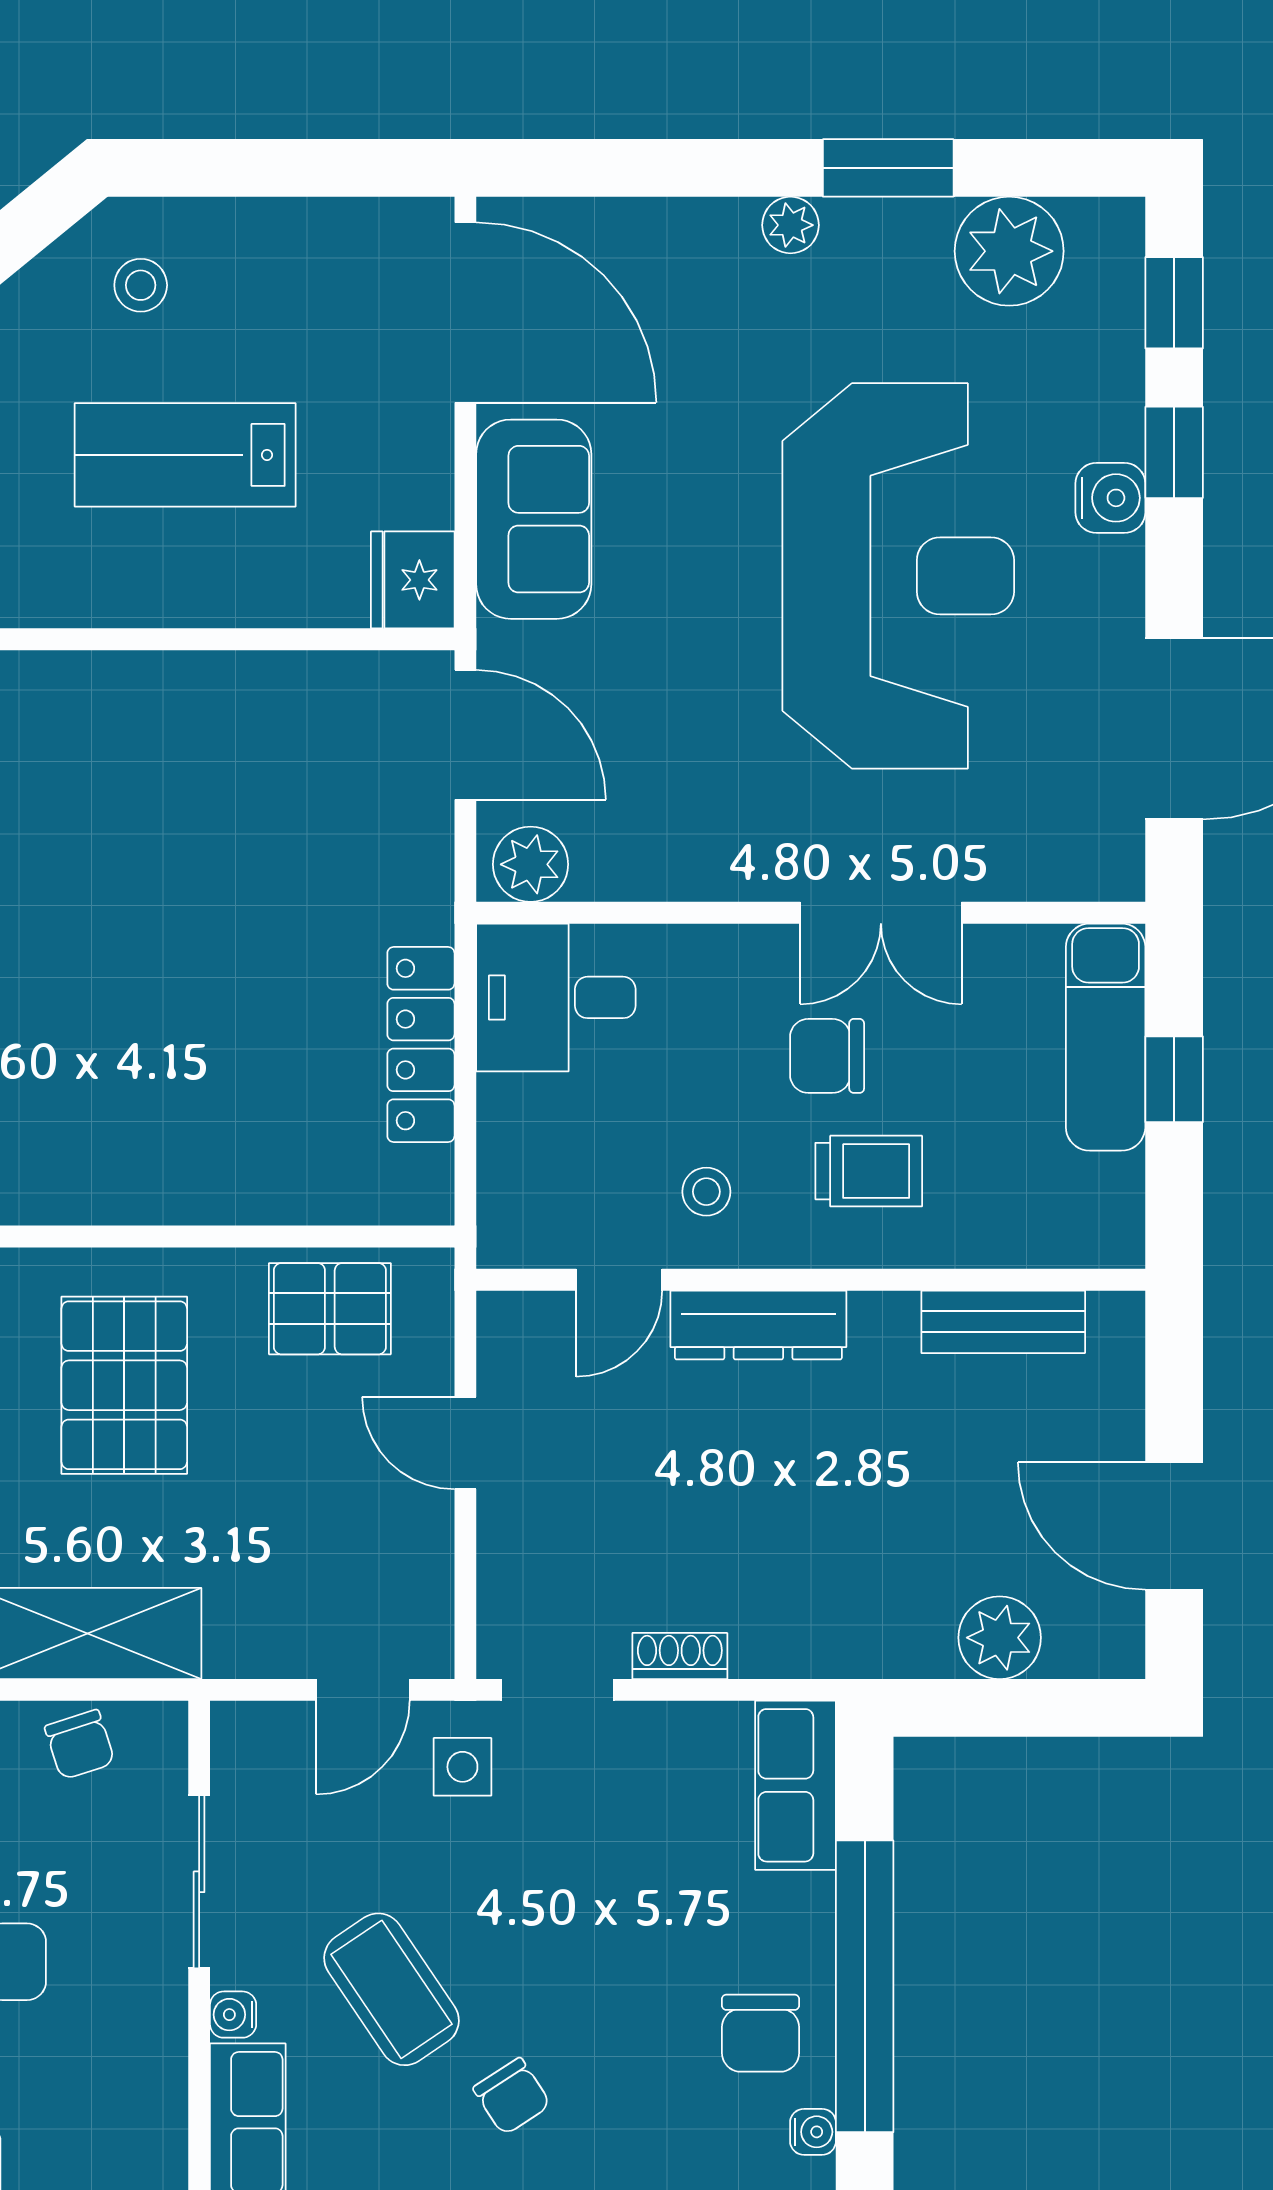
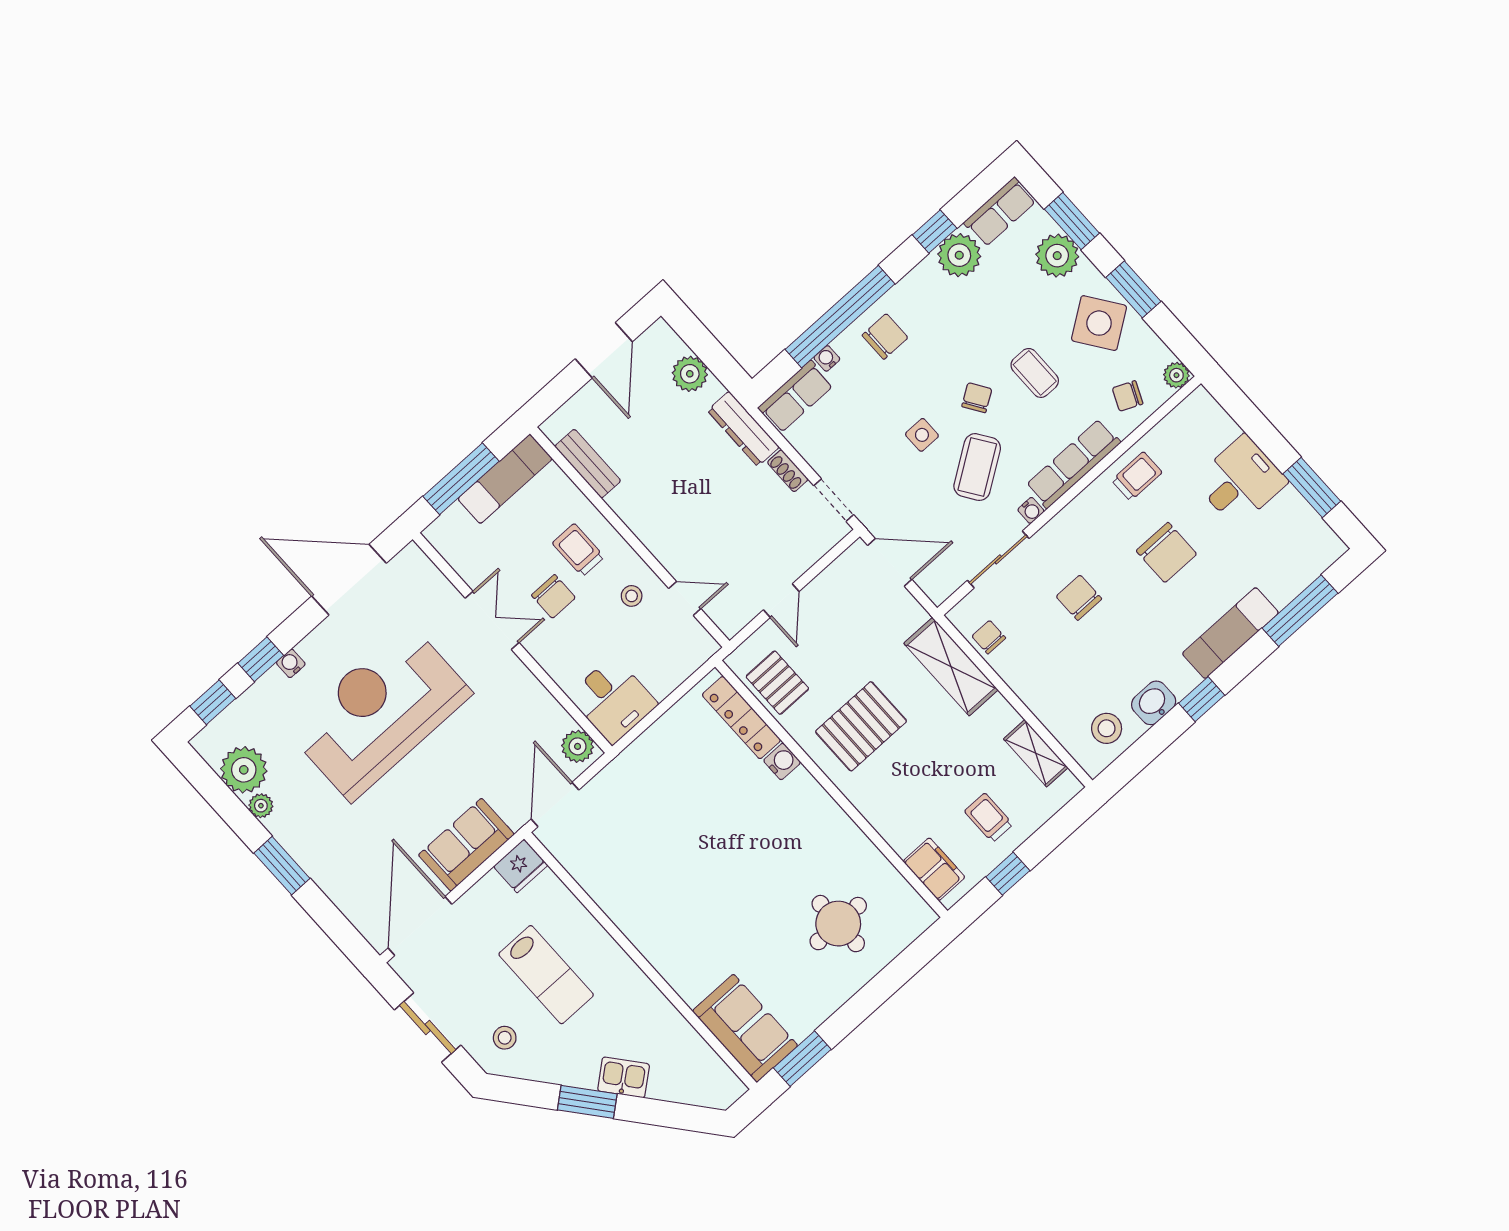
sliding door: (278, 168) -> (428, 1028), added
window: (888, 168) -> (282, 866), moved
plant: (790, 225) -> (261, 806), moved
water cooler: (1110, 498) -> (291, 663), width x0.72, depth x0.72
exam couch: (1106, 1037) -> (505, 479), moved
locker: (421, 1045) -> (741, 718), moved, turned 90
window: (1174, 1079) -> (461, 479), width x2.17
water cooler: (186, 1194) -> (782, 761), added
dresser: (758, 1325) -> (743, 429), moved, turned 180
door: (363, 1690) -> (890, 562), width x1.38
chair: (80, 1745) -> (989, 637), turned -72
side table: (462, 1767) -> (922, 435), moved
water cooler: (813, 2132) -> (827, 358), moved

